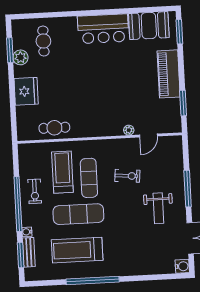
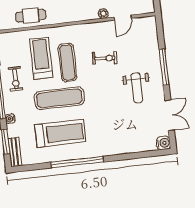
treadmill: (77, 250) -> (60, 133), turned 180
bench: (29, 252) -> (15, 152), moved

